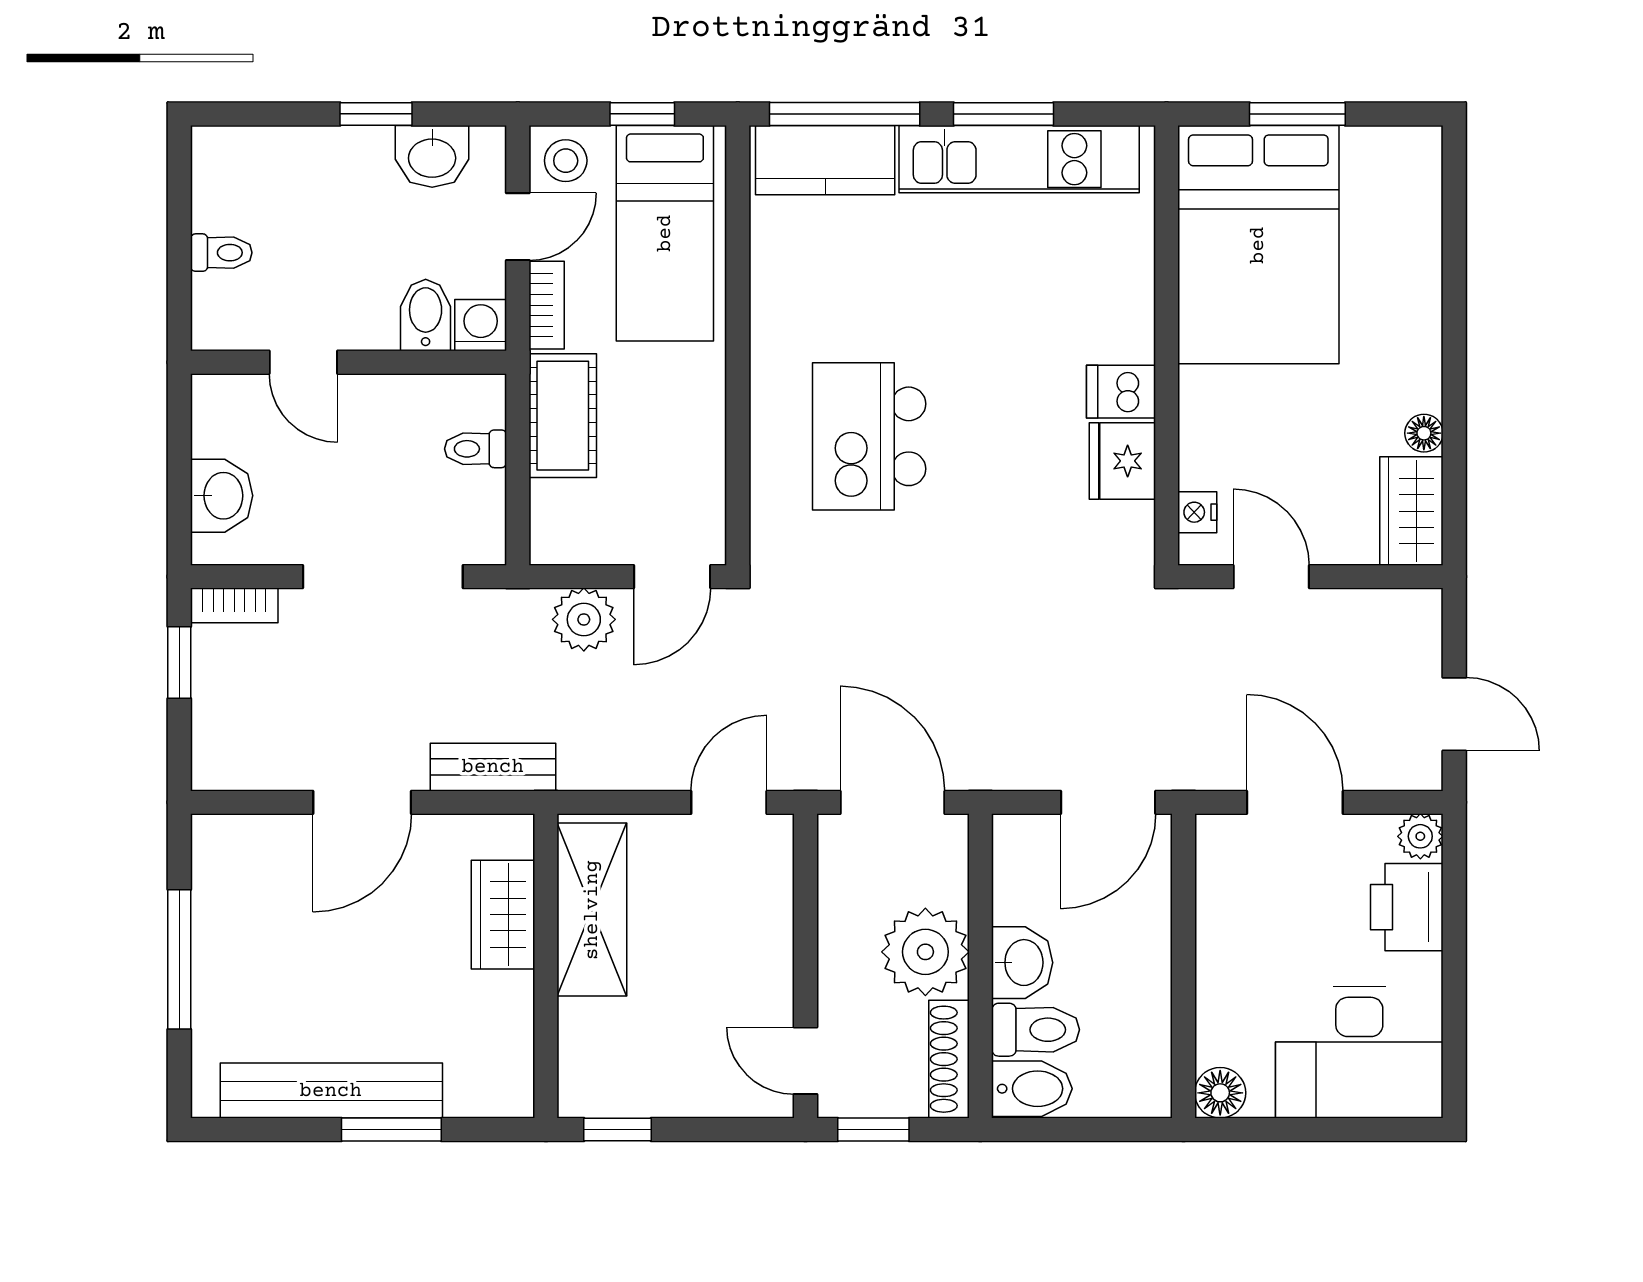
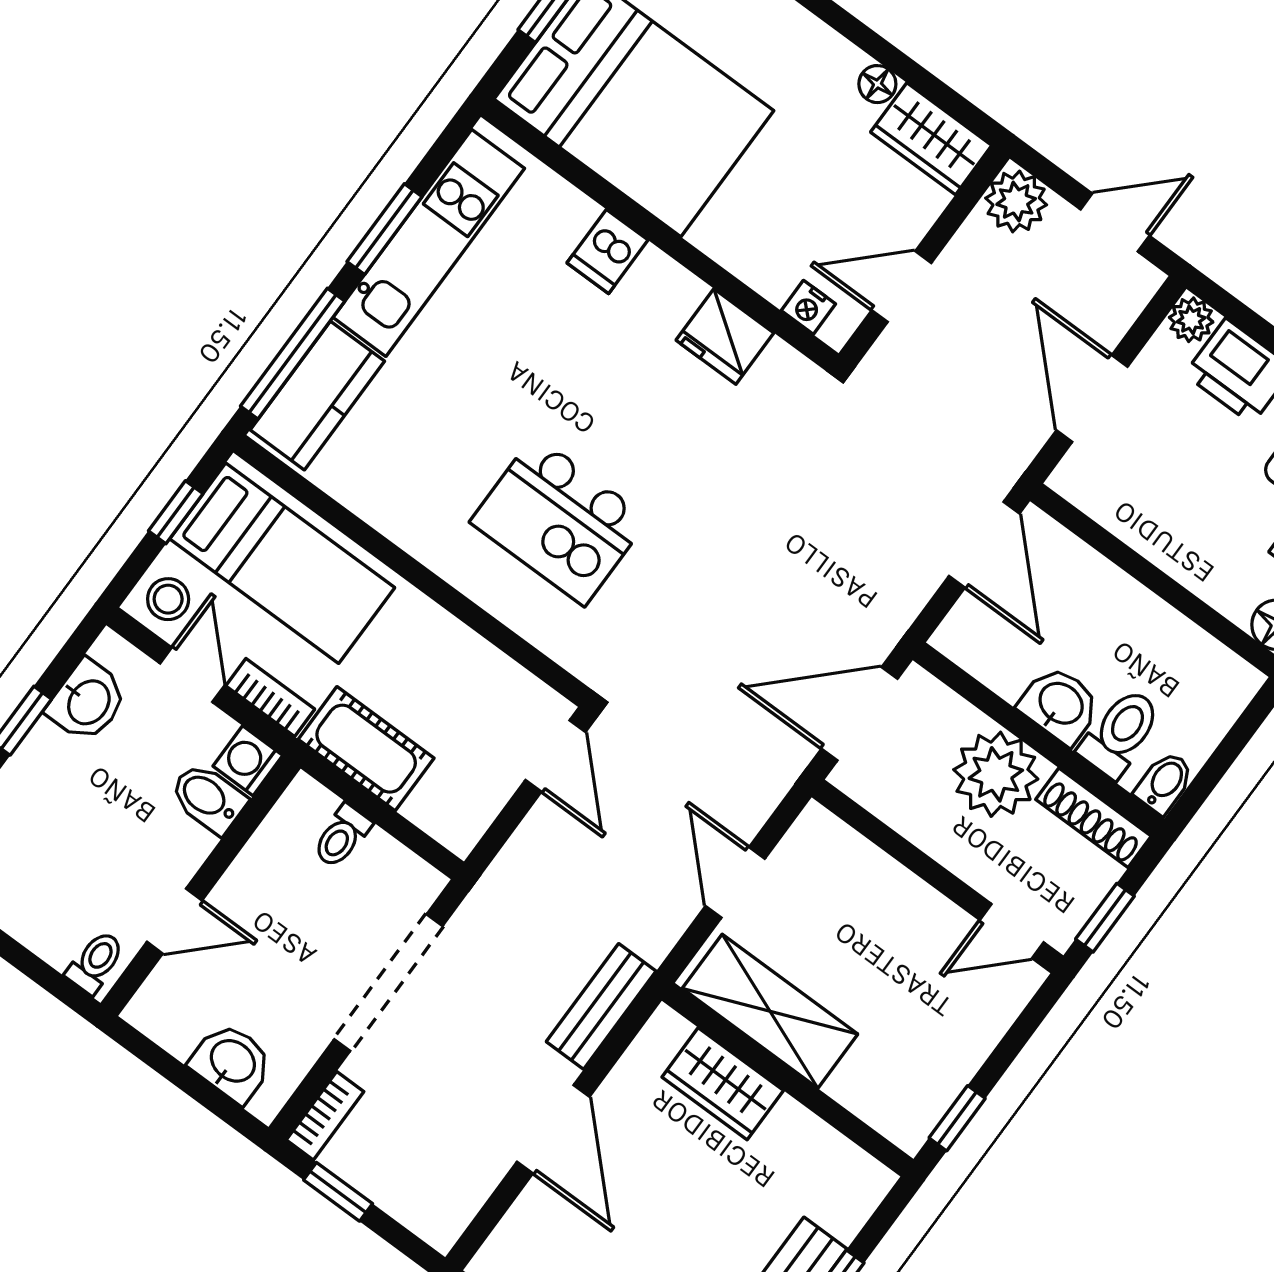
toilet: (221, 253) -> (96, 962), moved
dishwasher: (1121, 392) -> (608, 251), moved
plant: (584, 619) -> (1016, 201), moved
door: (729, 802) -> (735, 882), moved
door: (1295, 802) -> (1092, 398), hinge flipped
bidet: (1032, 1089) -> (1164, 783), width x0.72, depth x0.74

